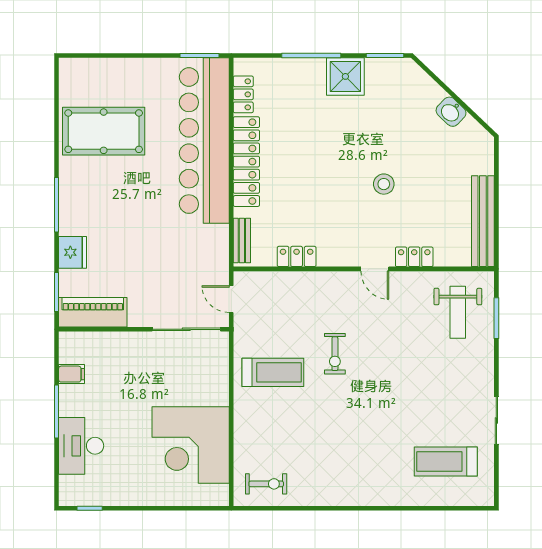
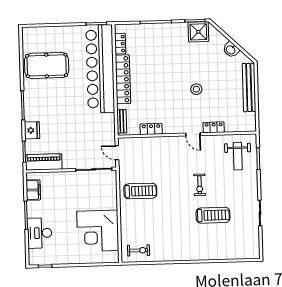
shower: (345, 76) -> (198, 32), moved
bench: (483, 221) -> (249, 87), moved
exercise bike: (335, 354) -> (200, 185), moved
filing cabinet: (72, 374) -> (33, 190), width x2.00
treadmill: (446, 461) -> (213, 215), moved, turned 180

